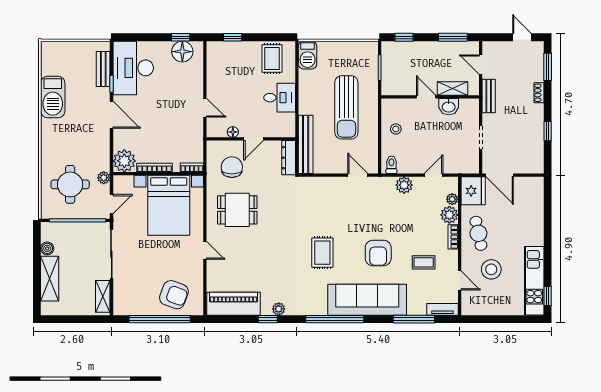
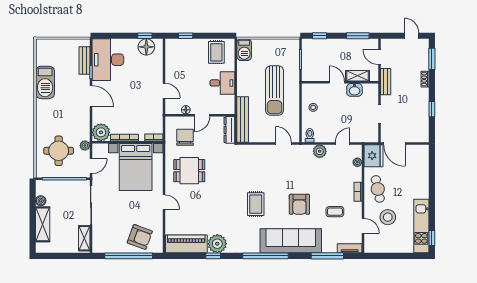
plant: (449, 215) -> (355, 174), removed
plant: (279, 309) -> (217, 244), width x1.88, depth x1.88

